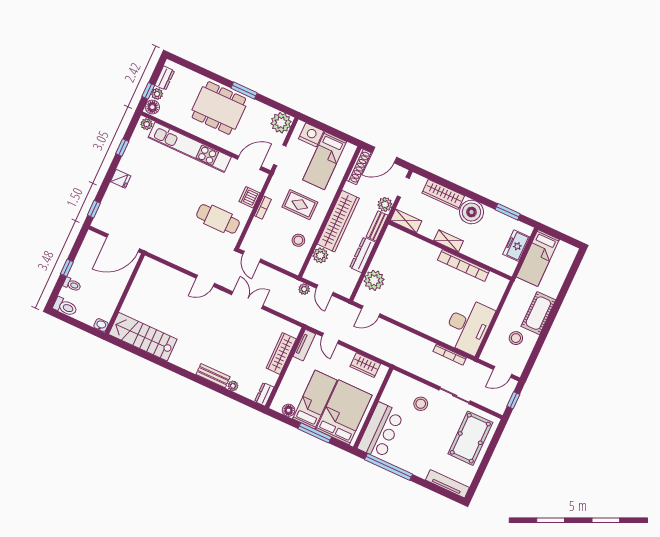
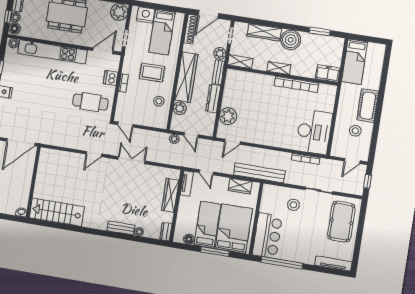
freezer: (516, 246) -> (328, 73), moved, turned 90
bench: (392, 356) -> (259, 173), added

